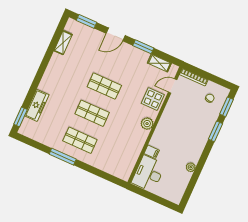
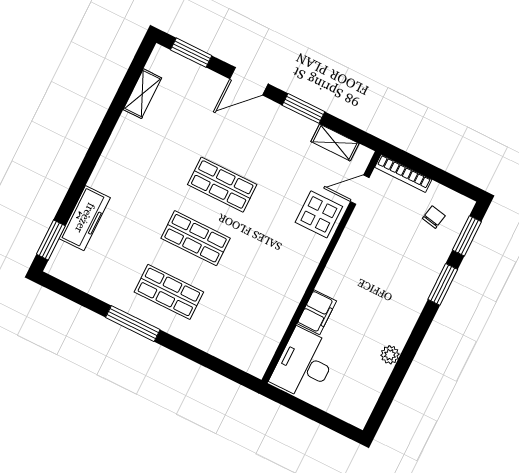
plant: (147, 124) -> (305, 263), removed
filing cabinet: (152, 152) -> (317, 312), width x2.00

